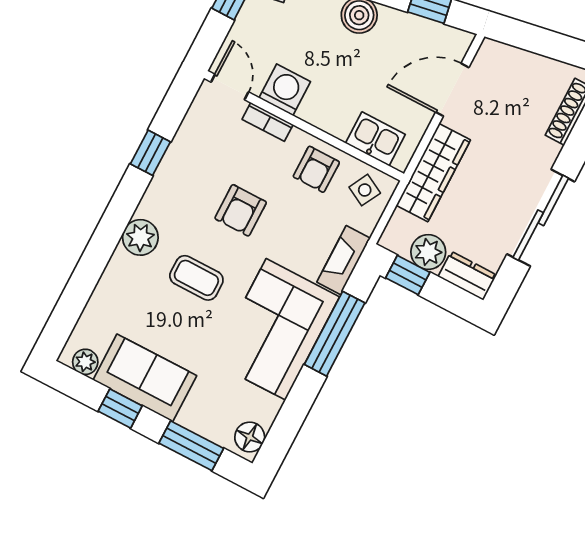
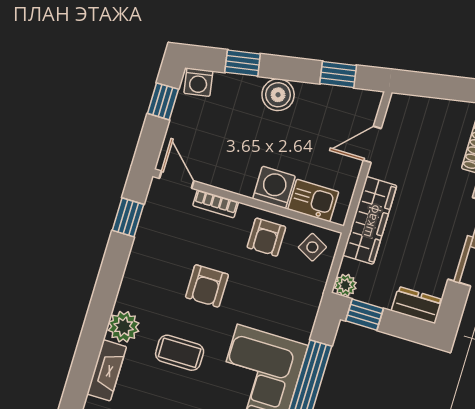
washing machine: (285, 90) -> (274, 187), moved
door: (452, 90) -> (372, 144), width x0.73
window: (150, 153) -> (128, 217), moved
plant: (428, 252) -> (345, 285), moved, width x0.73, depth x0.73
fireplace: (344, 260) -> (107, 370), moved, turned 180

